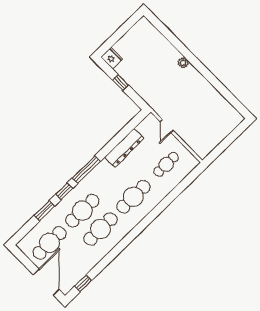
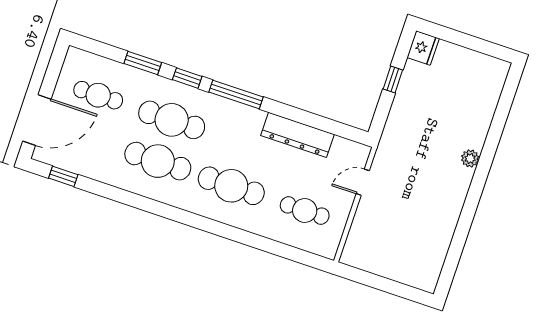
cafe table: (50, 243) -> (98, 95), width x0.73, depth x0.74

